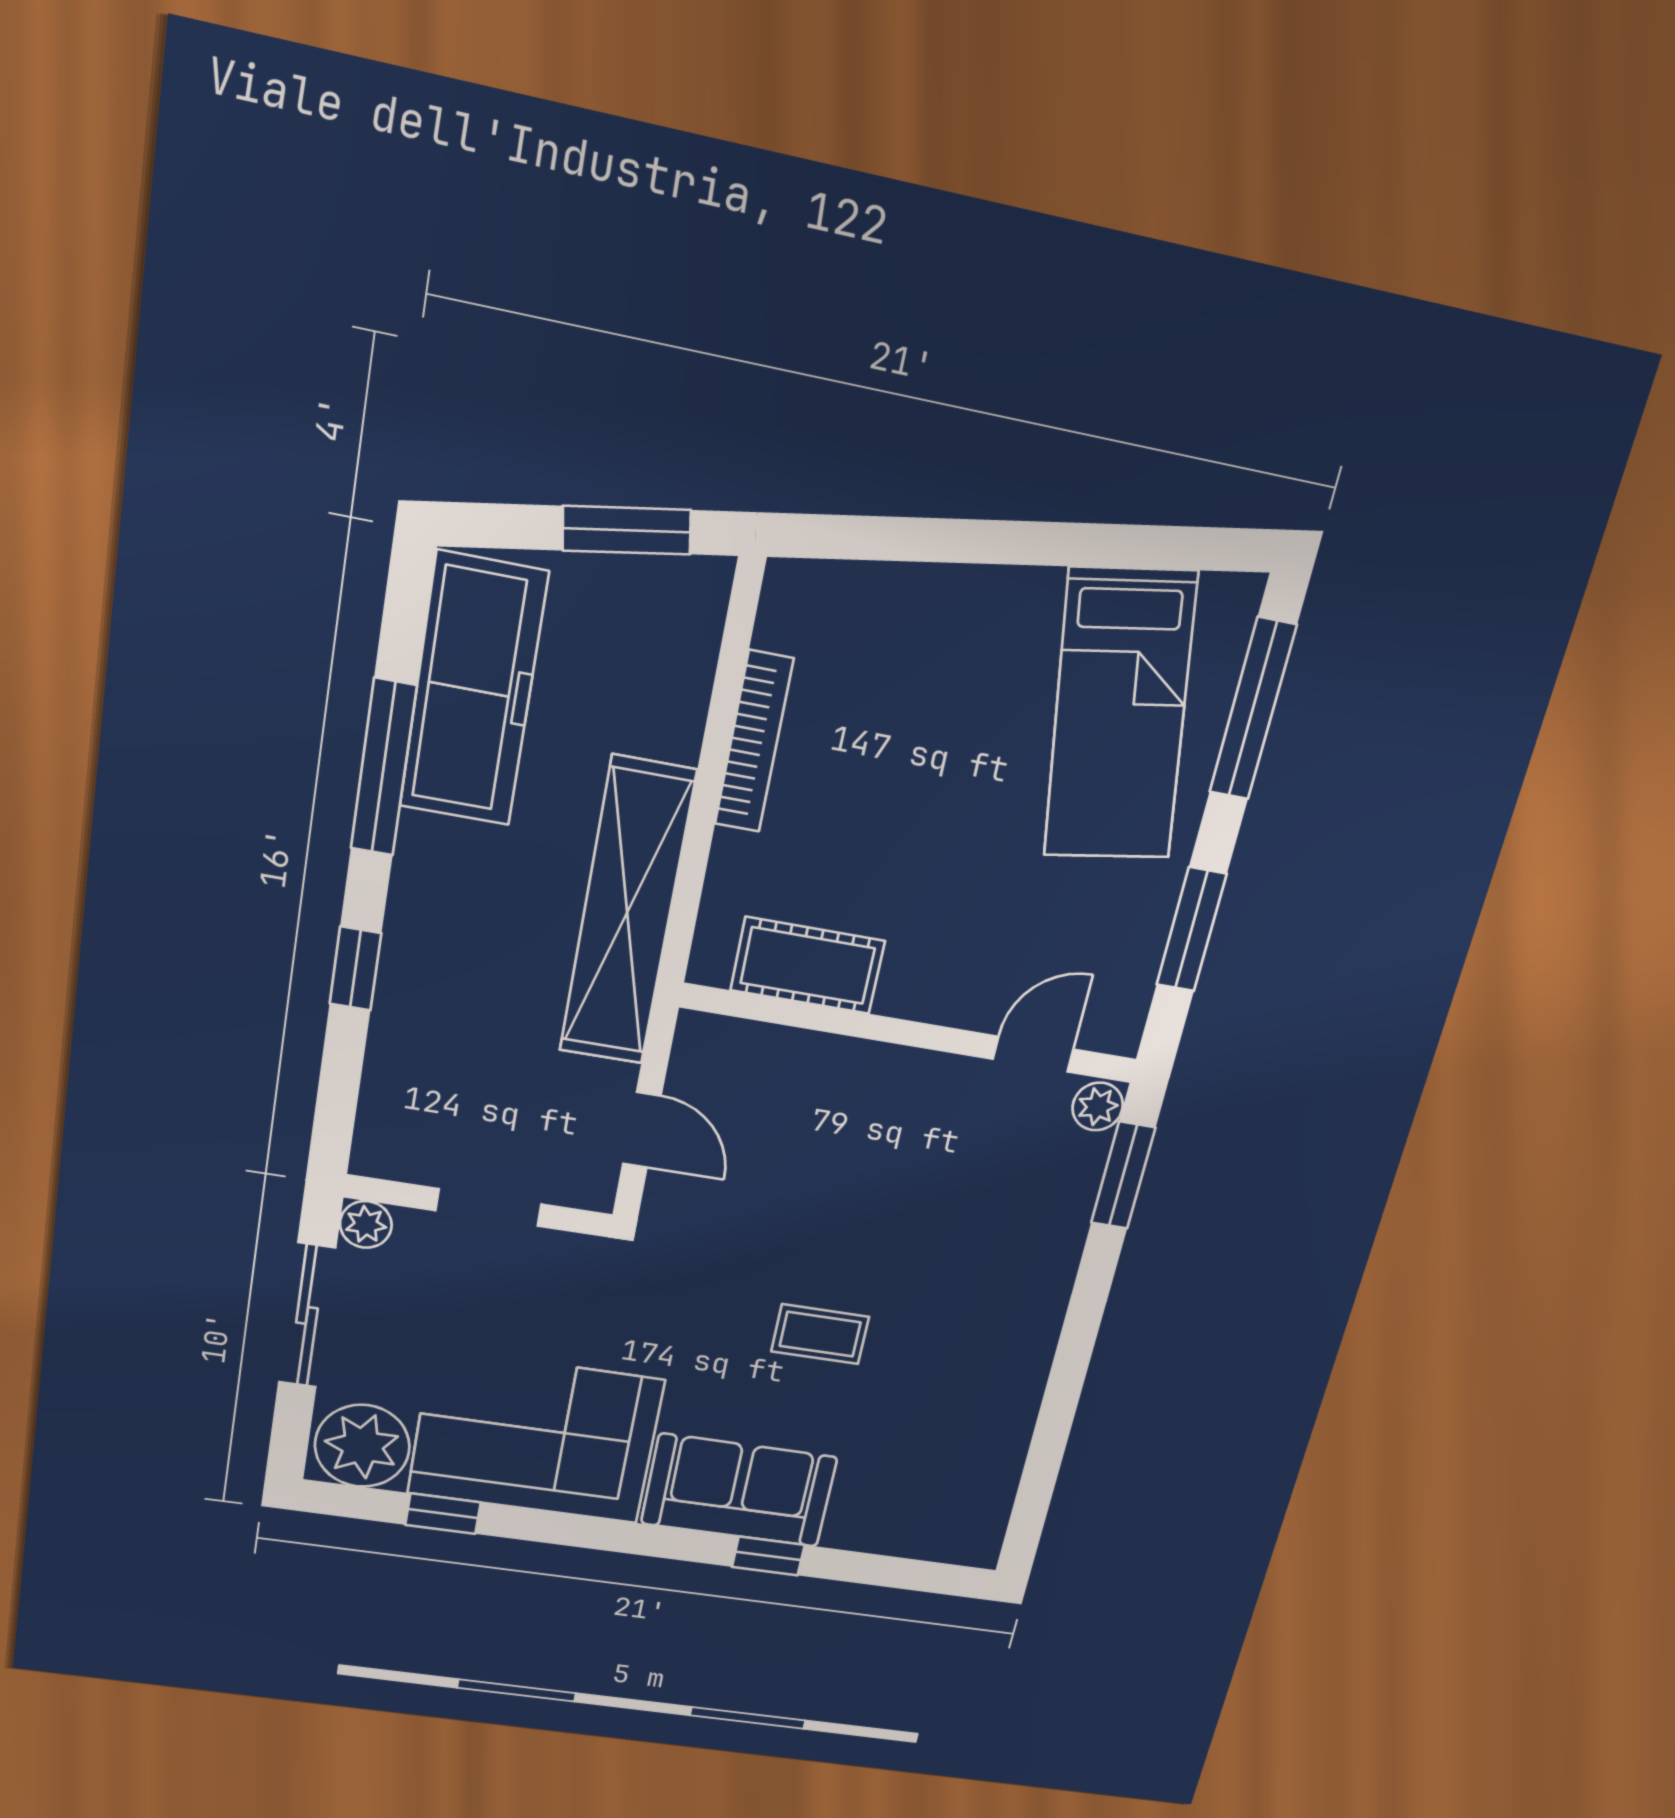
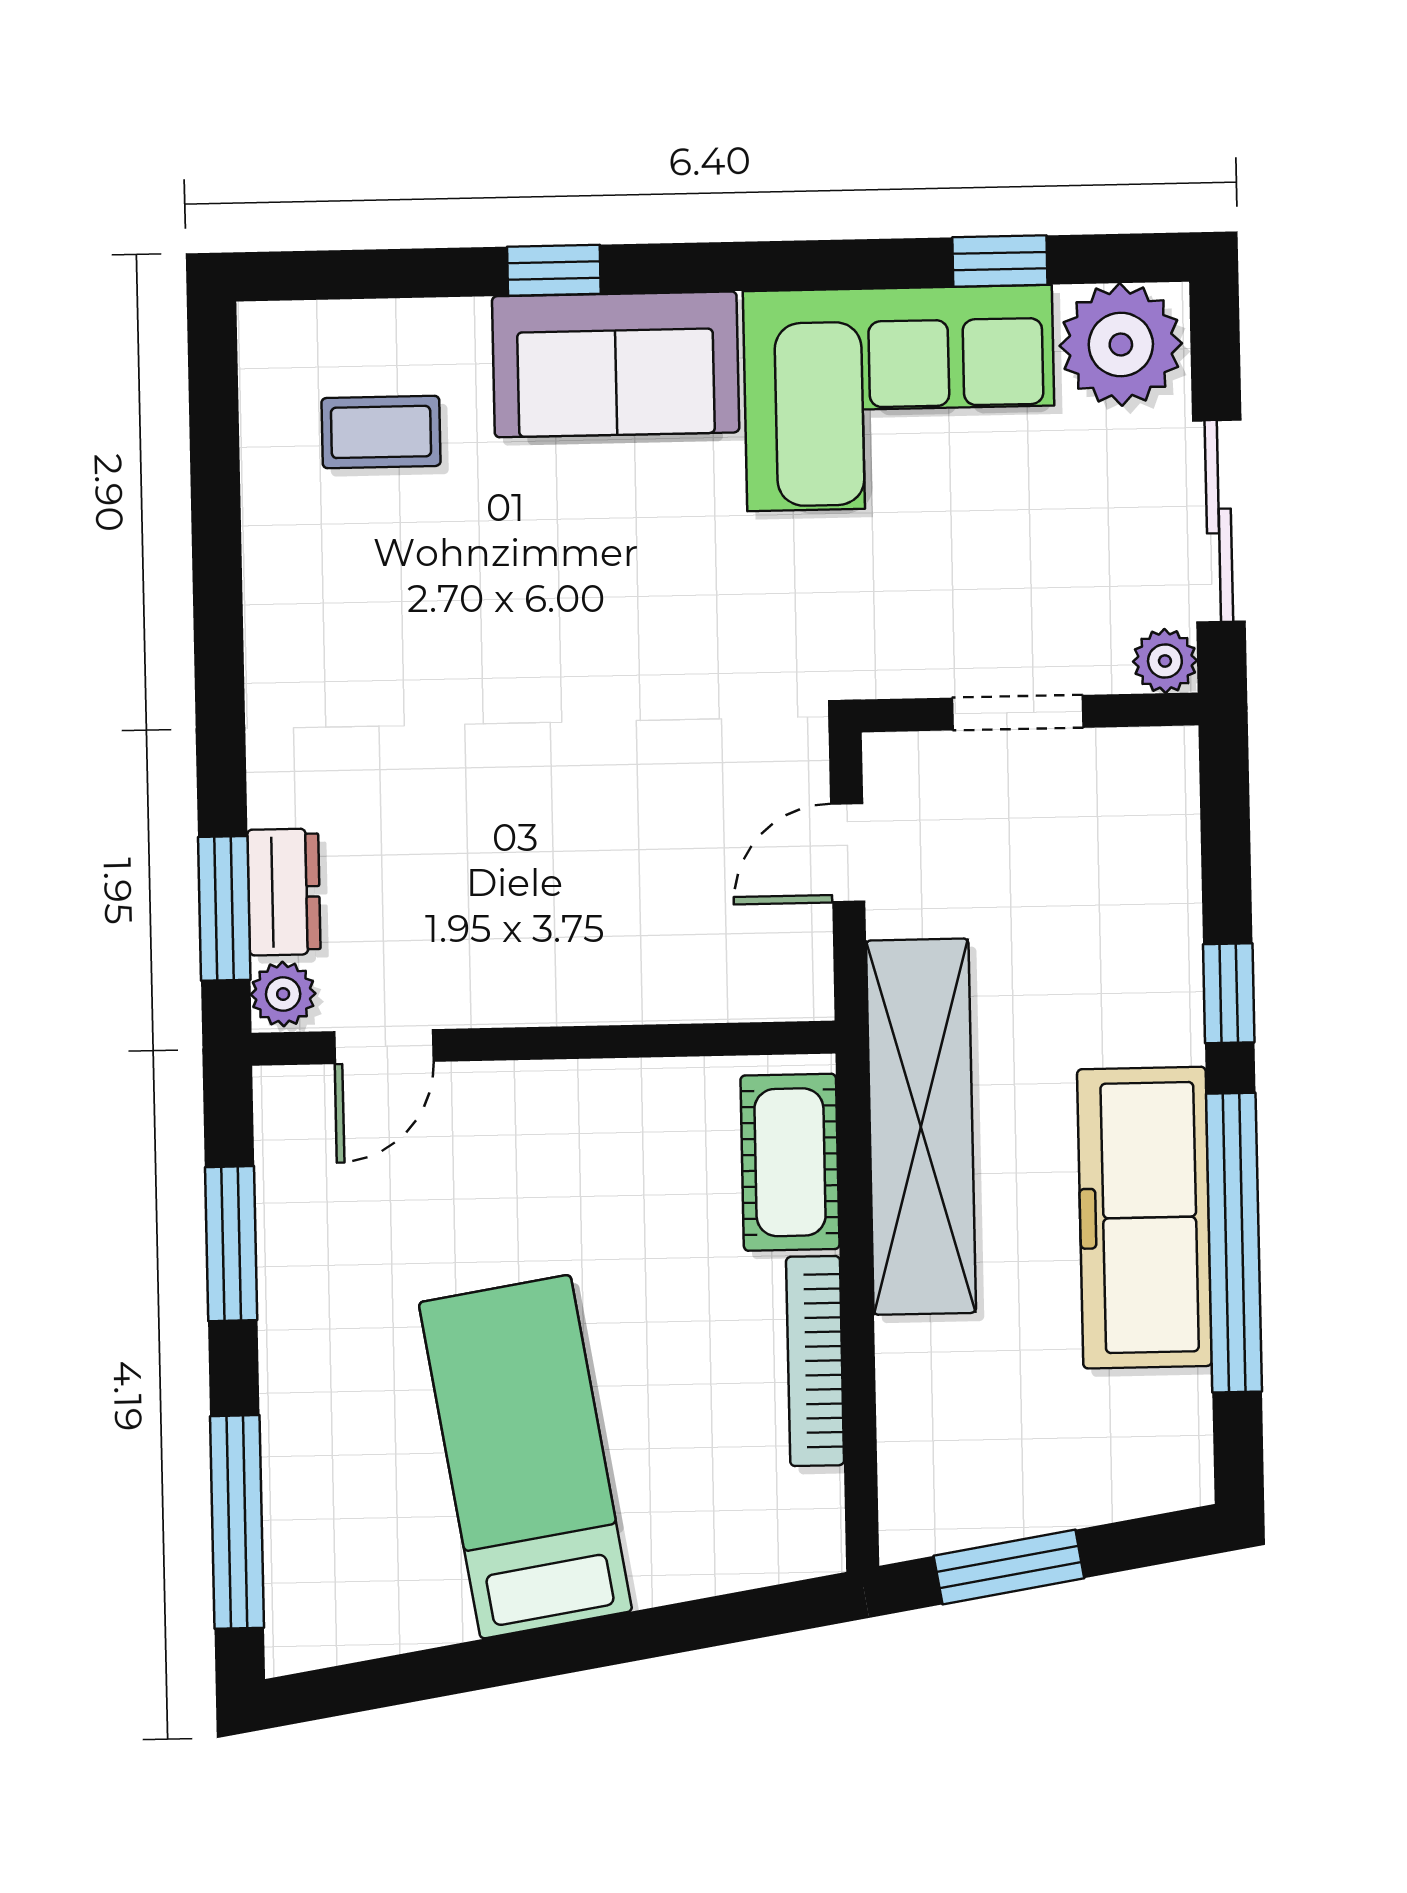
freezer: (473, 690) -> (1145, 1218), moved
bed: (1120, 716) -> (525, 1457), moved
window: (384, 767) -> (1234, 1243), width x1.46
cot: (808, 966) -> (790, 1162), moved, turned 90
door: (642, 1130) -> (848, 853), hinge flipped
dresser: (1076, 1179) -> (284, 892), added
coffee table: (820, 1334) -> (381, 432), moved

